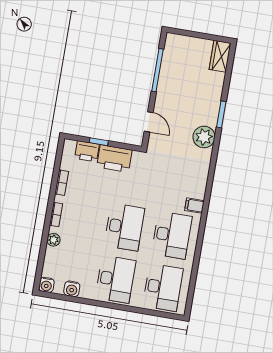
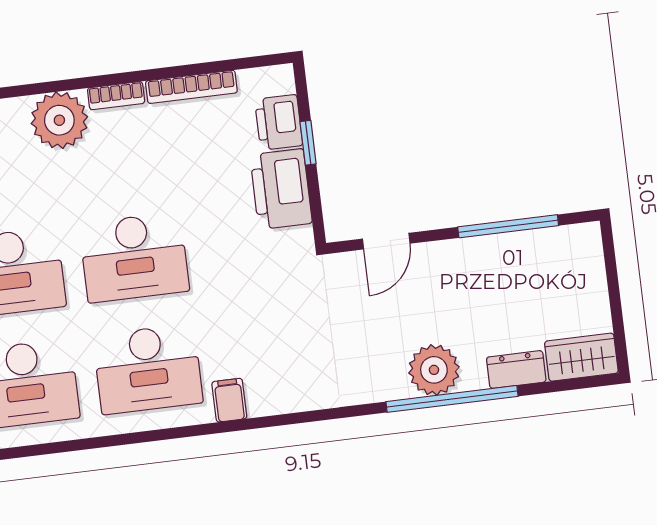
dresser: (217, 84) -> (516, 370), added
window: (221, 114) -> (452, 399), width x2.11
plant: (204, 137) -> (434, 370), moved
bookcase: (62, 183) -> (191, 87), width x1.56
plant: (53, 240) -> (59, 120), width x1.87, depth x1.87

